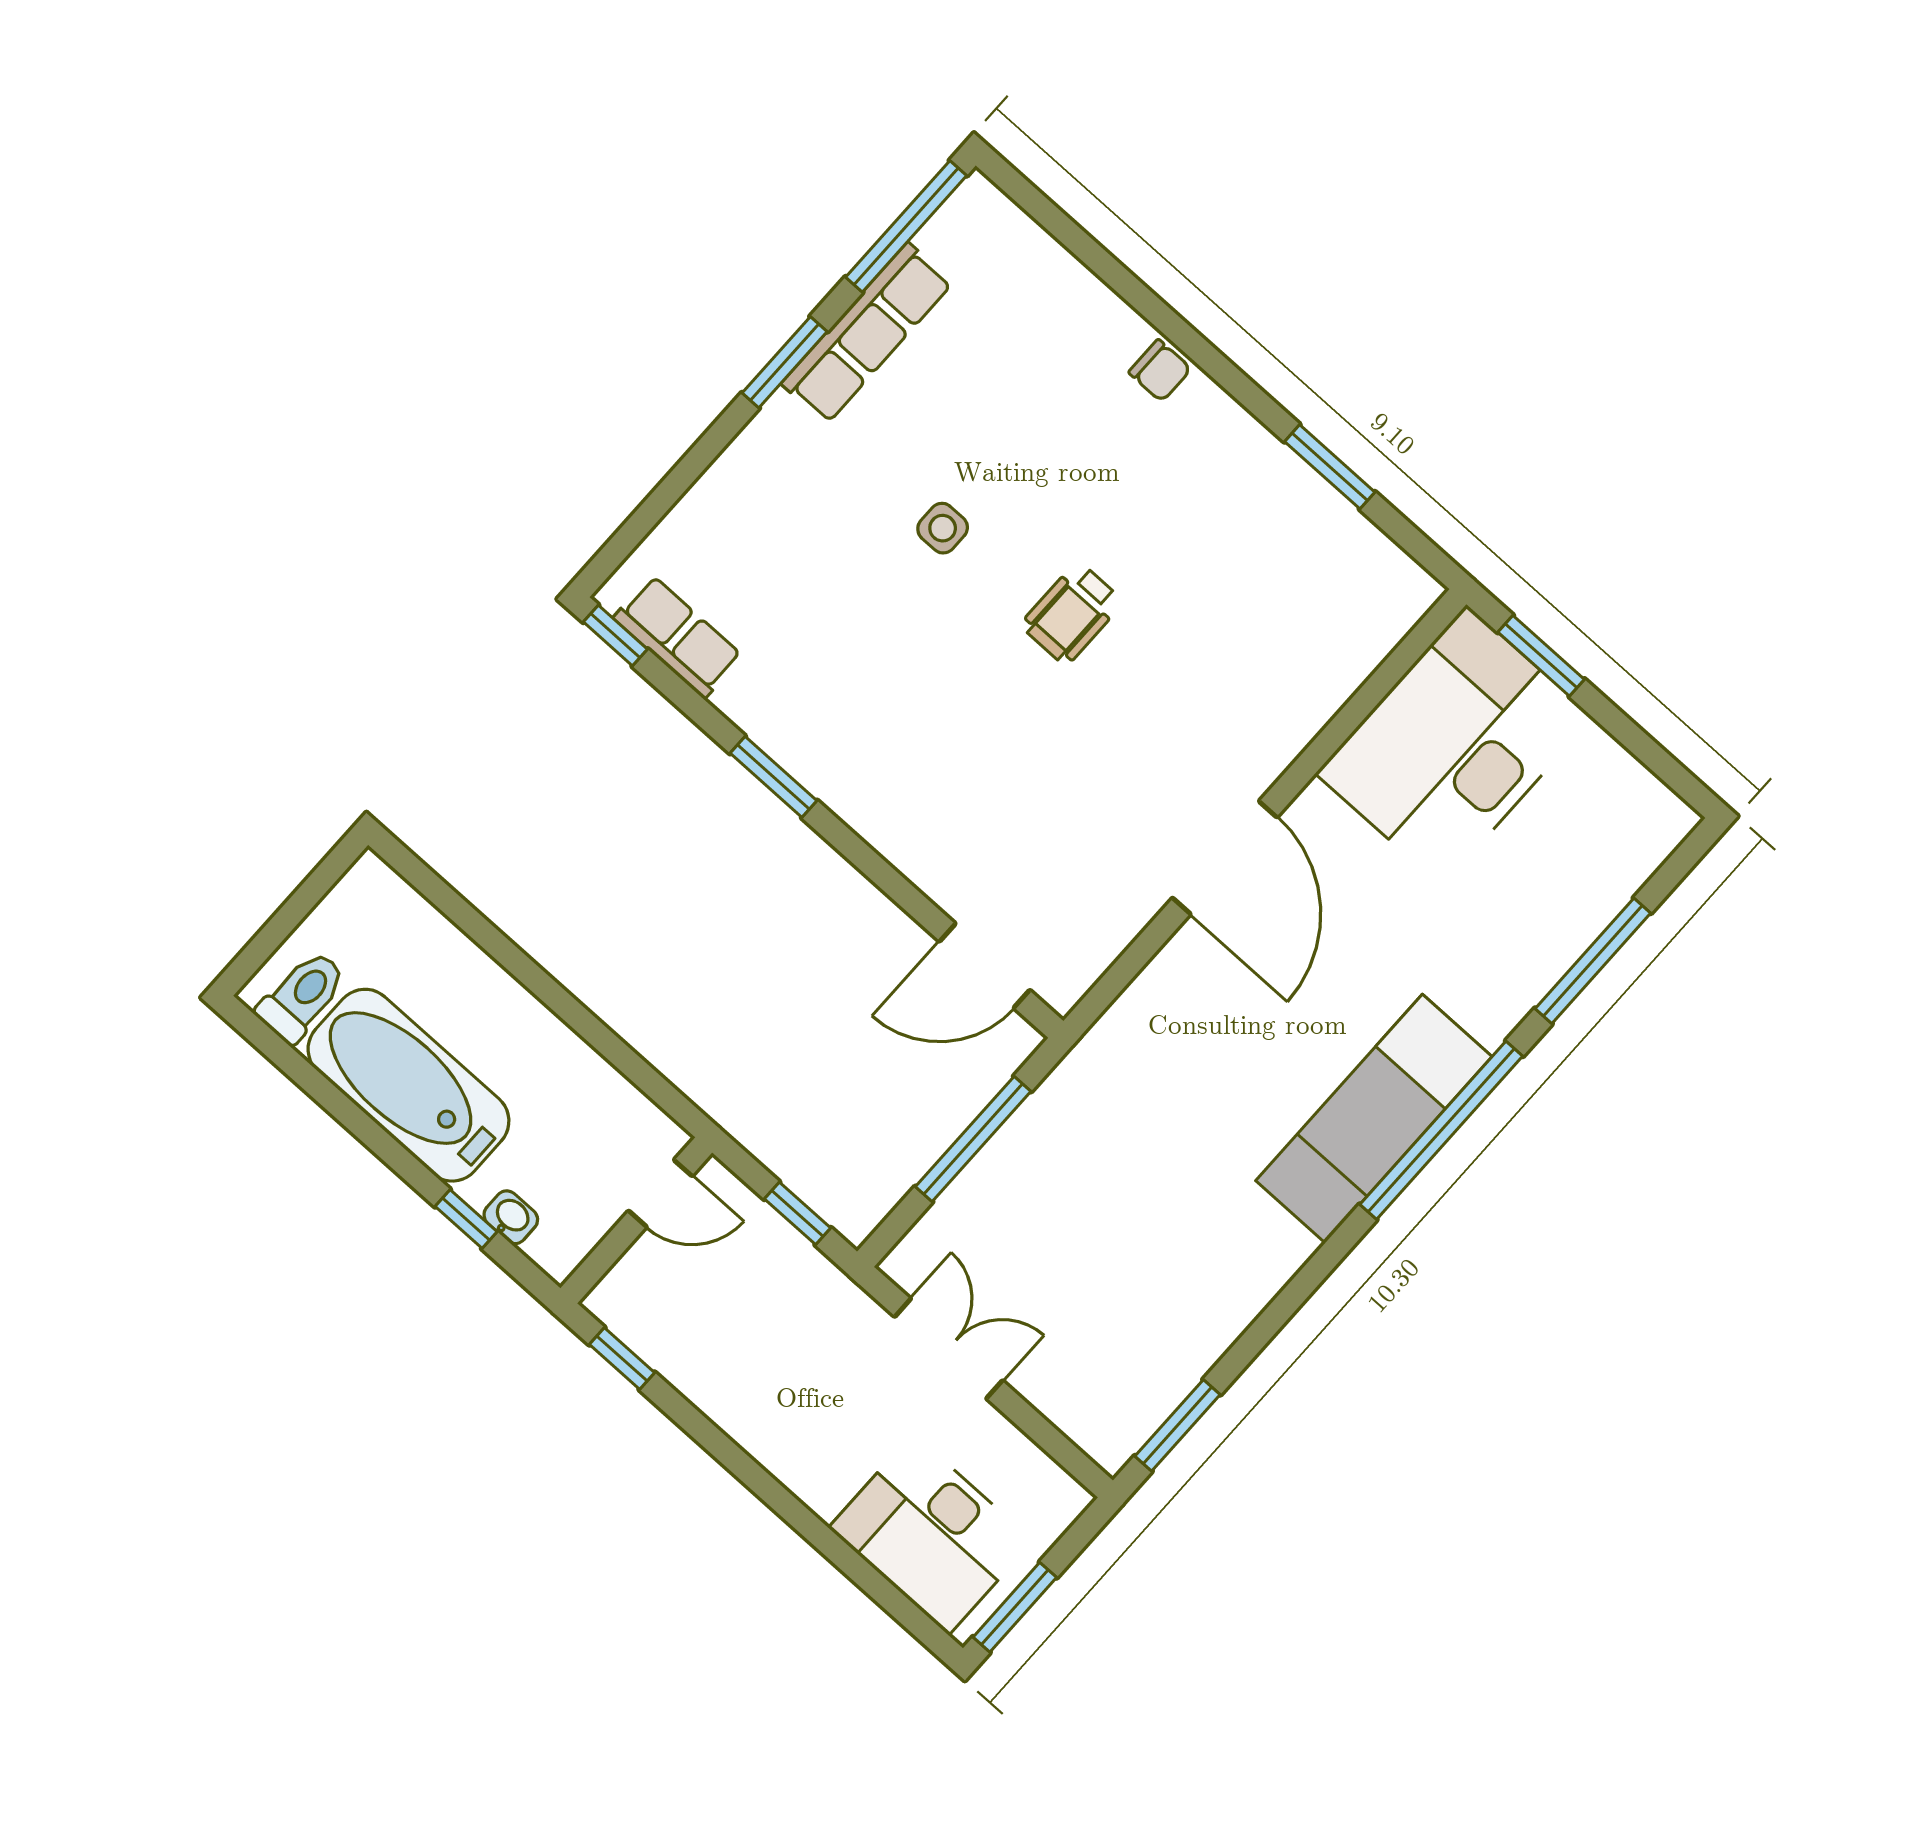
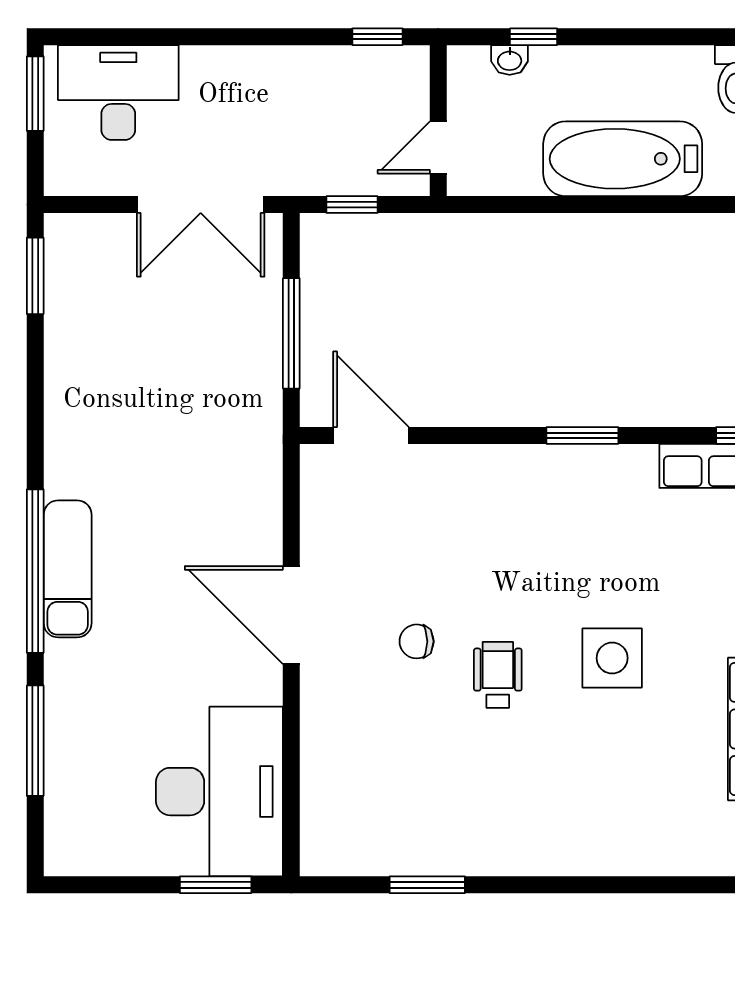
chair: (1160, 371) -> (417, 641), moved
side table: (943, 528) -> (612, 658), width x1.87, depth x1.87
door: (985, 966) -> (371, 435), hinge flipped
bathtub: (408, 1085) -> (623, 159), moved, turned 180
exam couch: (1374, 1119) -> (68, 569), width x0.73, depth x0.69
double door: (949, 1349) -> (201, 205), width x1.37

